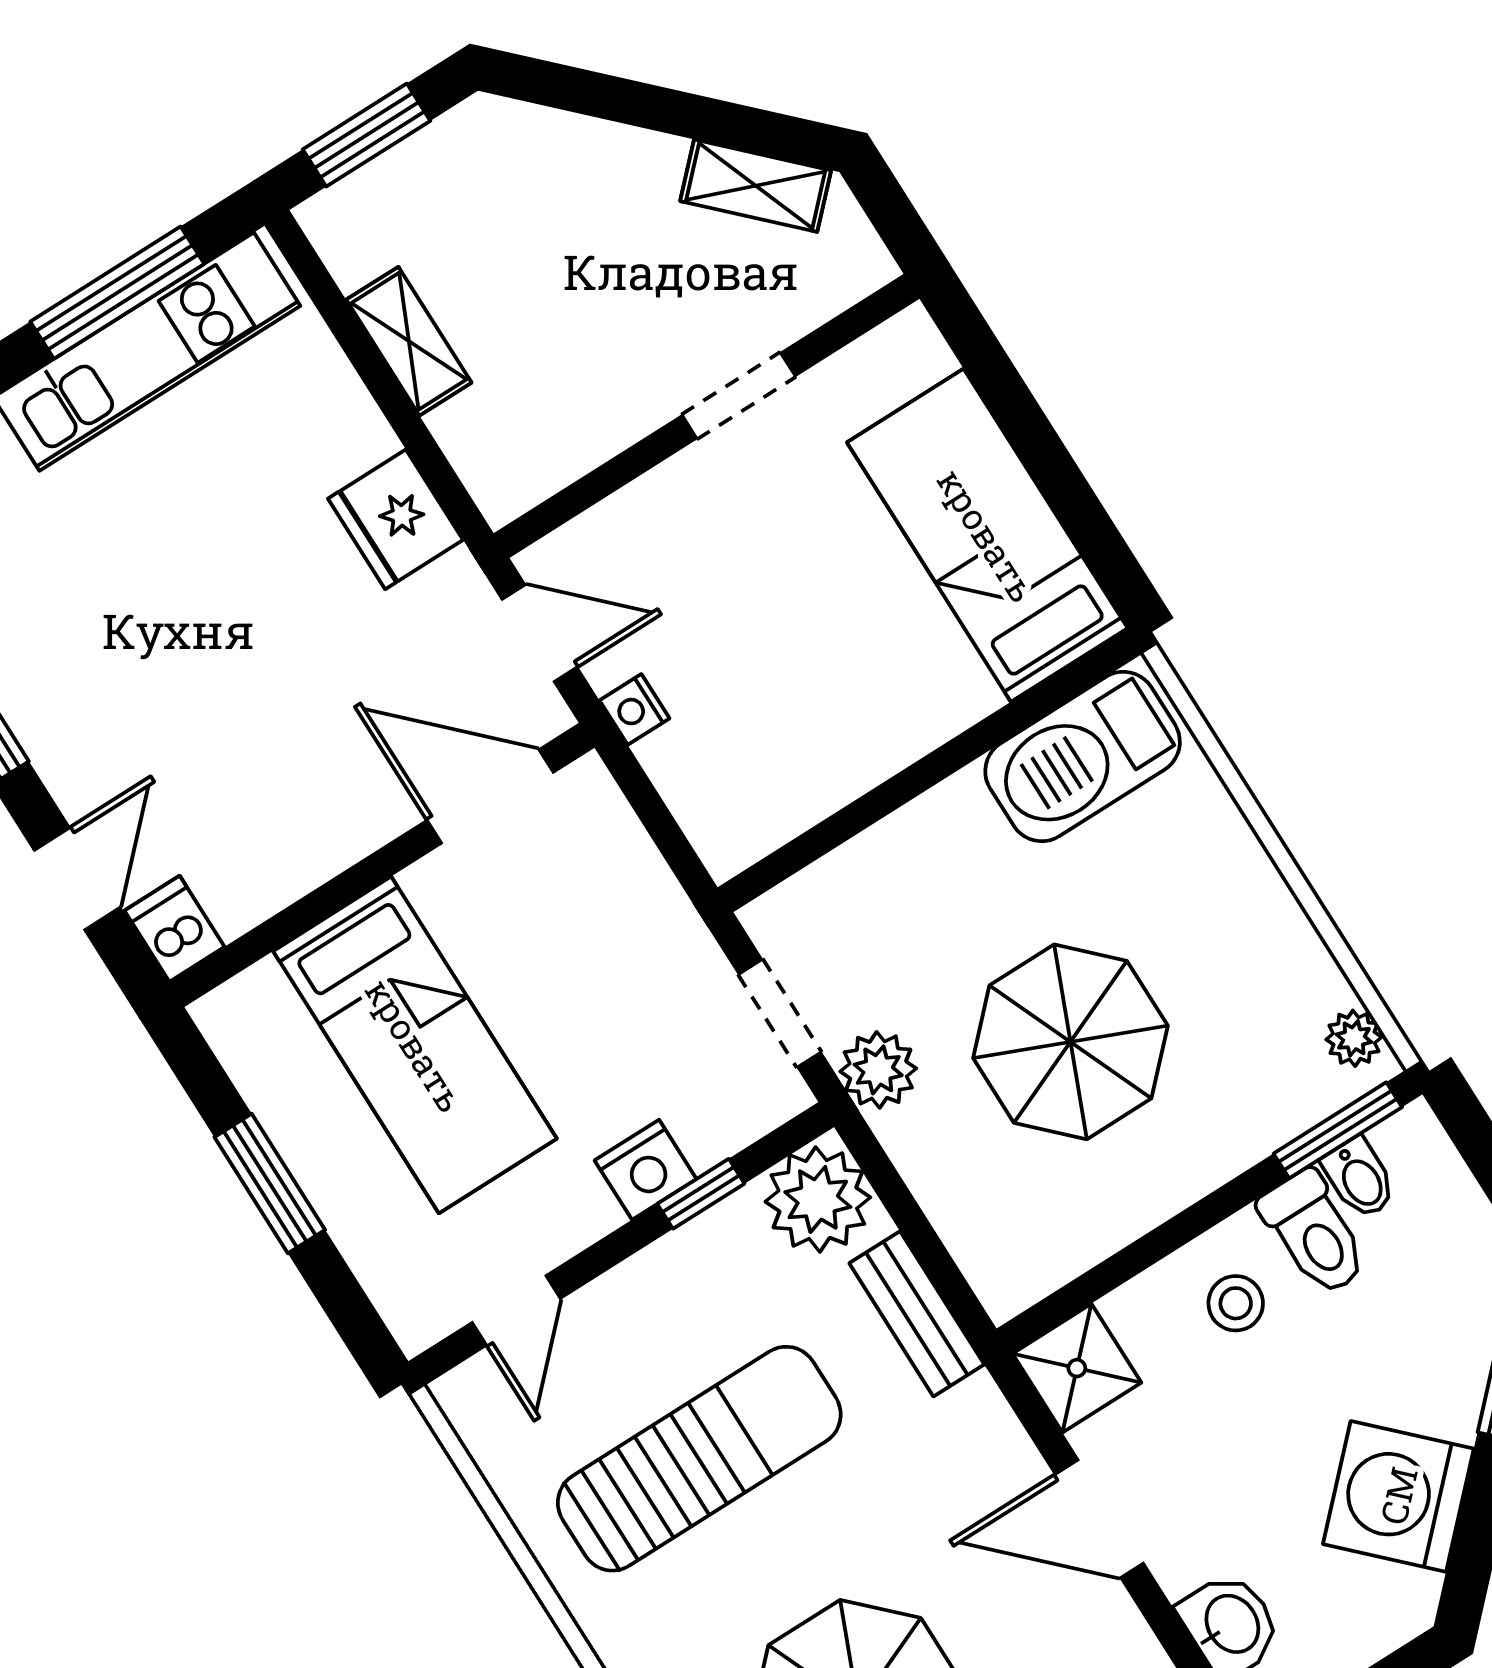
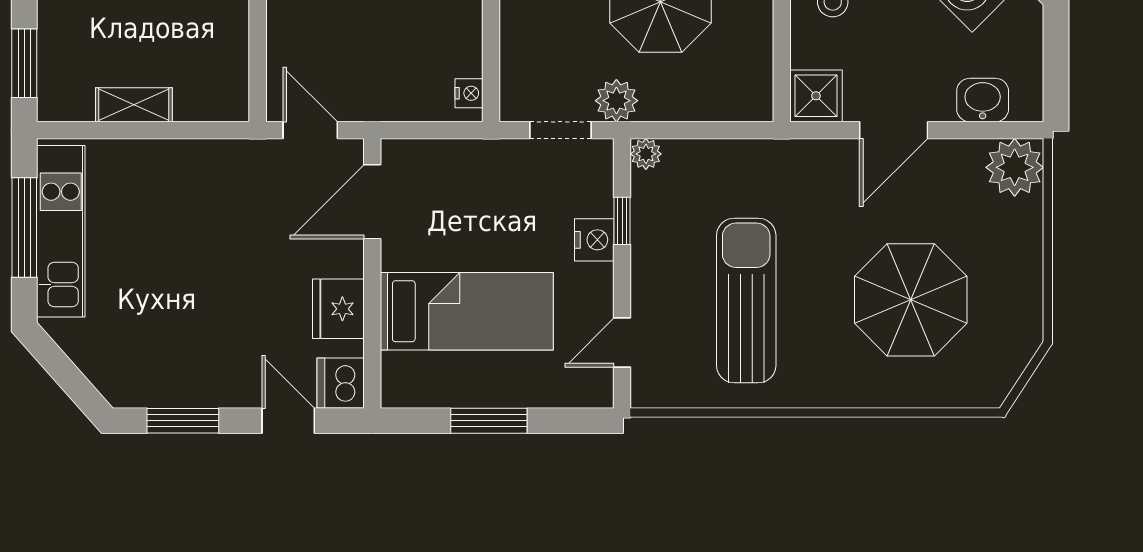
fridge: (395, 519) -> (338, 309), moved, turned 90
door: (540, 633) -> (310, 130), hinge flipped
nightstand: (635, 709) -> (469, 93), moved, turned -90
dishwasher: (174, 929) -> (341, 383), width x1.38
plant: (818, 1199) -> (646, 154), width x0.53, depth x0.53
door: (516, 1310) -> (622, 343), swing flipped
bench: (917, 1314) -> (743, 155), removed

